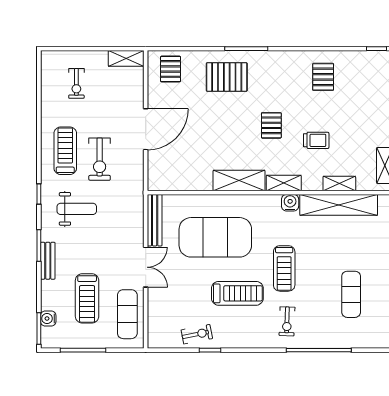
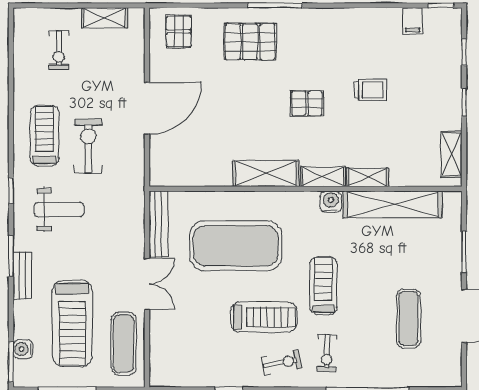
shelving: (126, 58) -> (104, 18), moved
filing cabinet: (354, 61) -> (413, 21), added
pallet: (323, 77) -> (373, 42), removed
pallet: (271, 125) -> (307, 103), turned 90
trolley: (316, 140) -> (370, 90), moved
exercise bike: (100, 159) -> (88, 146), turned 180
shelving: (339, 184) -> (367, 177), moved
treadmill: (284, 268) -> (323, 285), turned 180
treadmill: (87, 298) -> (72, 324), width x1.37, depth x1.38
exercise bike: (197, 334) -> (282, 363), moved

